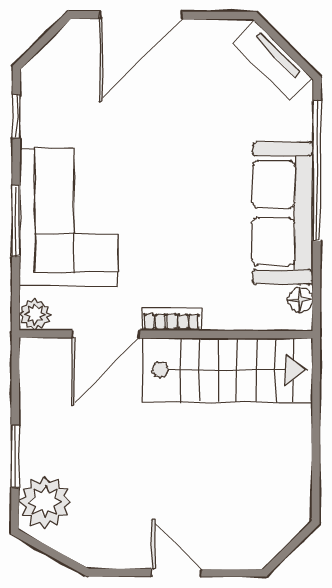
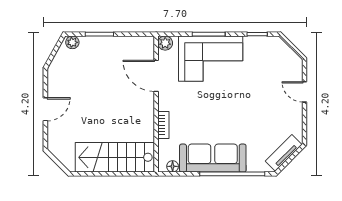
door: (141, 15) -> (304, 92), width x0.53
bookcase: (172, 319) -> (163, 125), moved
stairs: (228, 370) -> (115, 157), moved, turned 90
plant: (45, 502) -> (72, 42), width x0.53, depth x0.53

